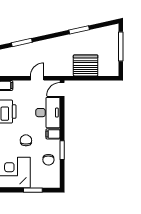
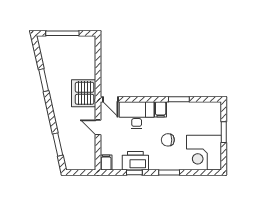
server rack: (86, 65) -> (84, 93), moved
chair: (48, 160) -> (190, 115), removed

